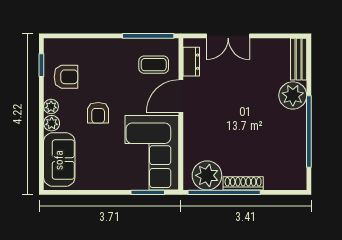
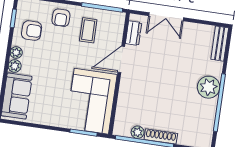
coffee table: (154, 65) -> (88, 30), moved, turned 90
plant: (293, 95) -> (209, 87), moved
armchair: (98, 113) -> (61, 18), moved
plant: (207, 175) -> (138, 132), width x0.53, depth x0.53

